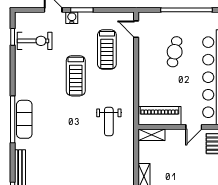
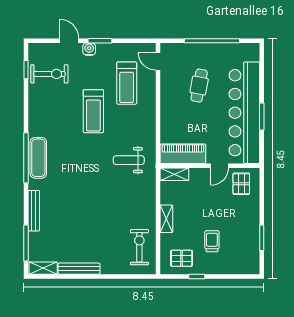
weight bench: (109, 122) -> (129, 160), turned 90

